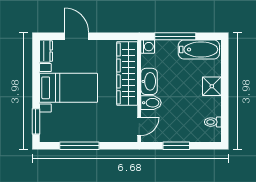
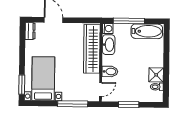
washbasin: (149, 81) -> (109, 45), moved
shower: (212, 86) -> (156, 75), moved
bed with nightstands: (68, 88) -> (43, 79), moved, turned -90
window: (79, 146) -> (73, 104), moved

